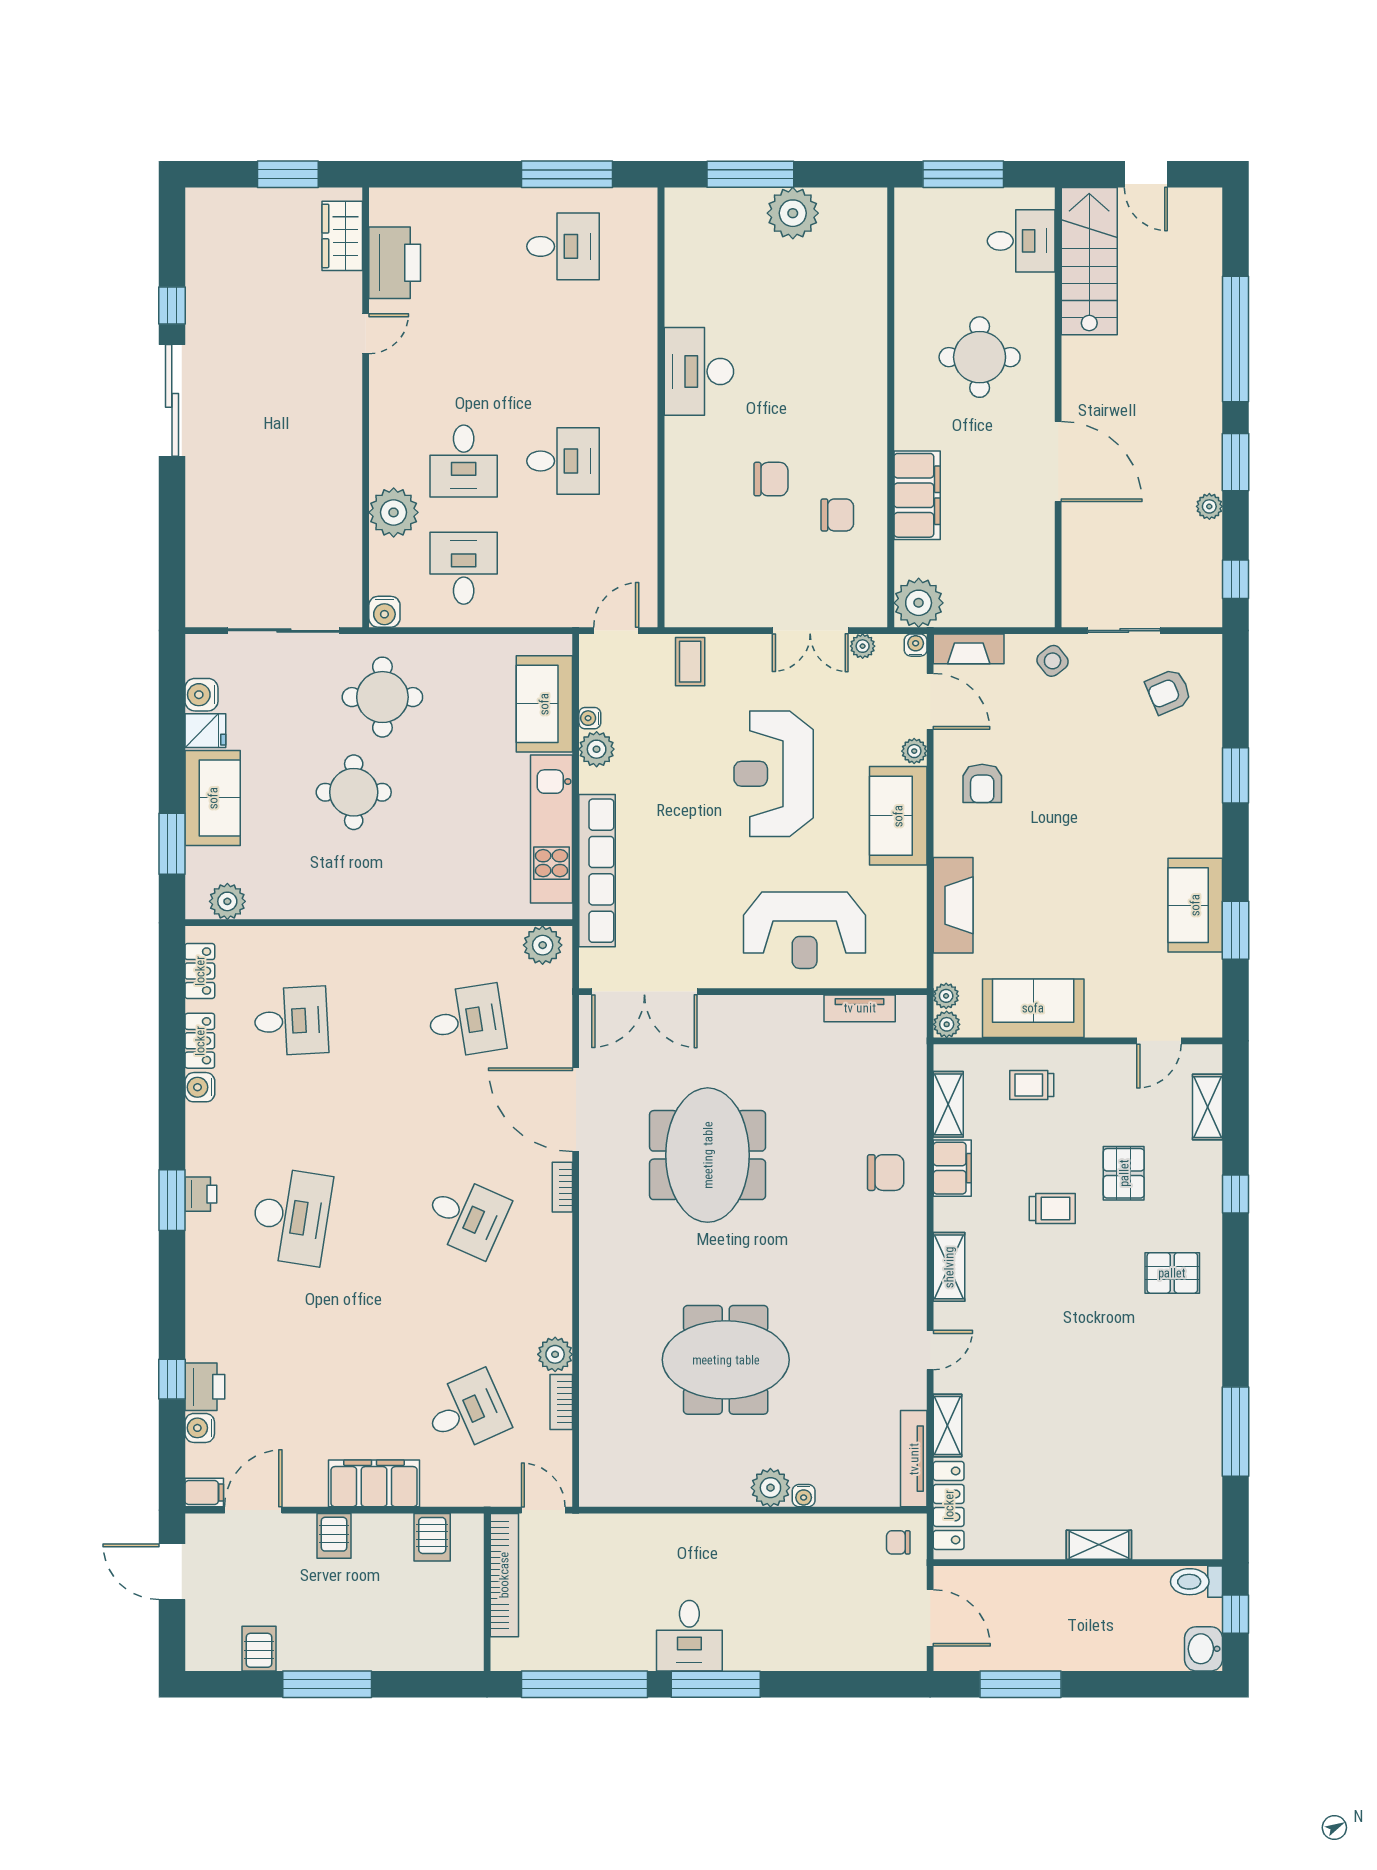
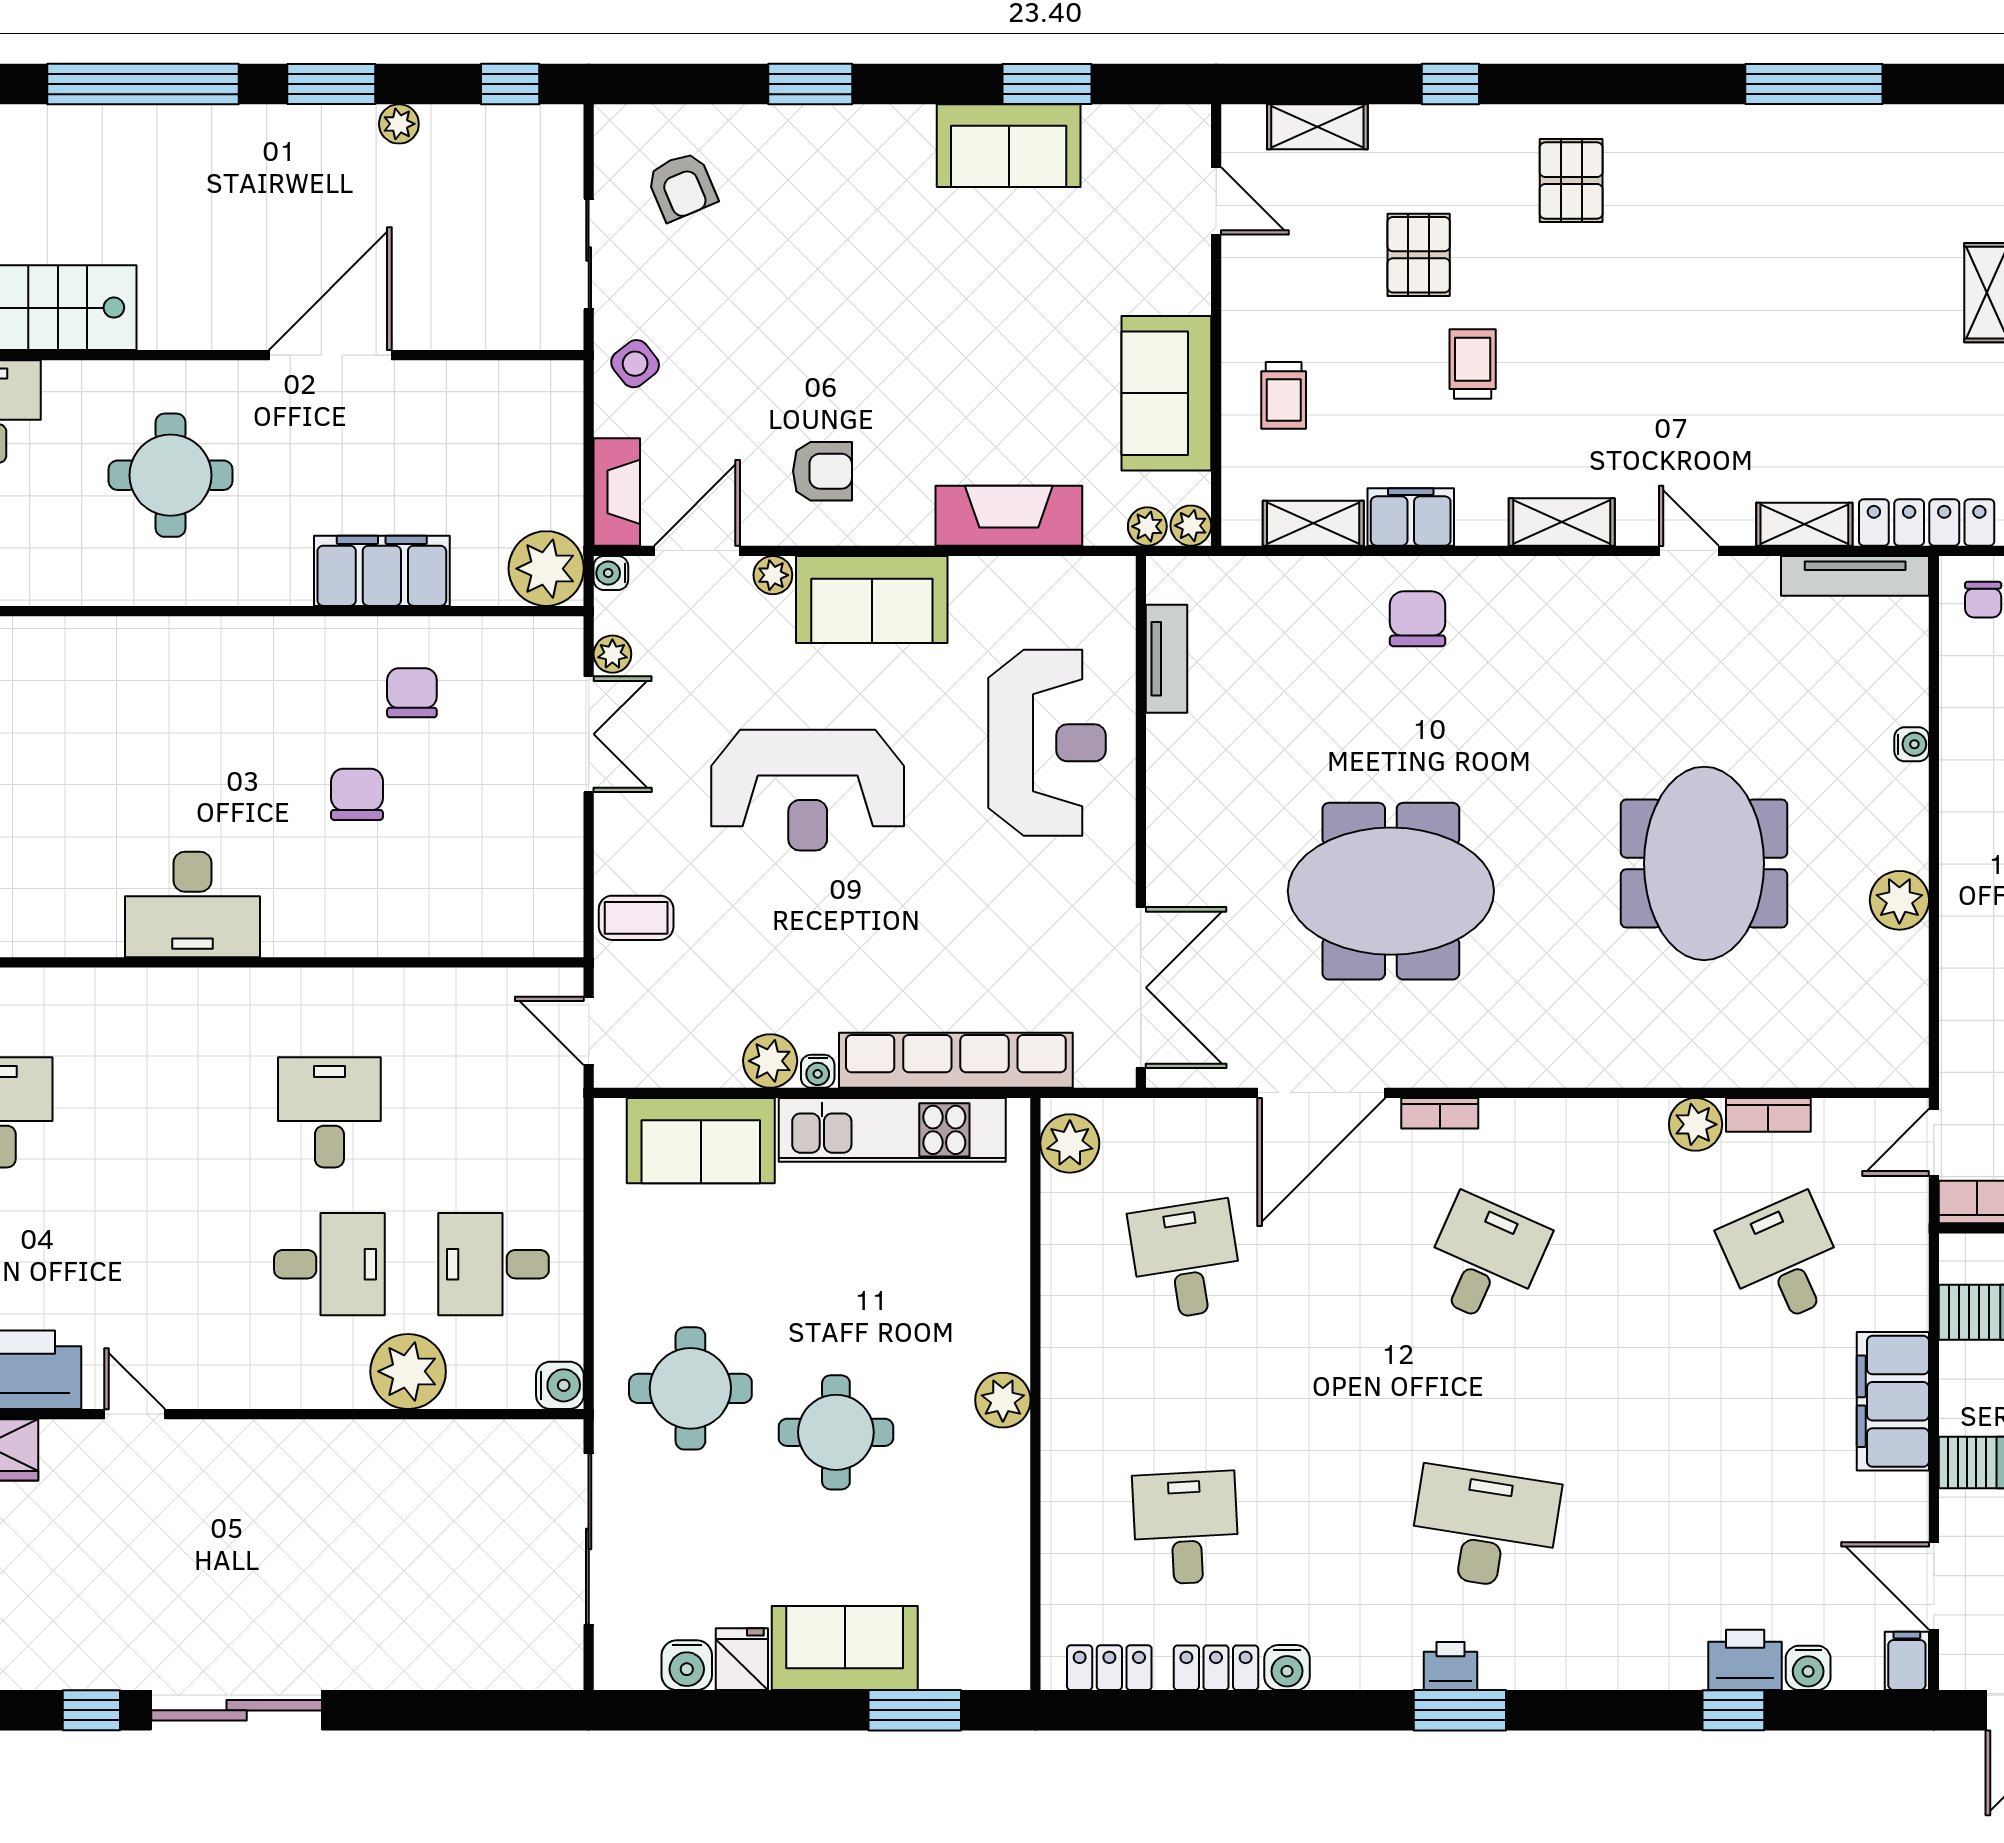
water cooler: (590, 718) -> (818, 1071), moved
plant: (227, 901) -> (1003, 1400), moved
pallet: (1124, 1173) -> (1419, 255), turned 90
plant: (770, 1488) -> (1899, 900), moved

